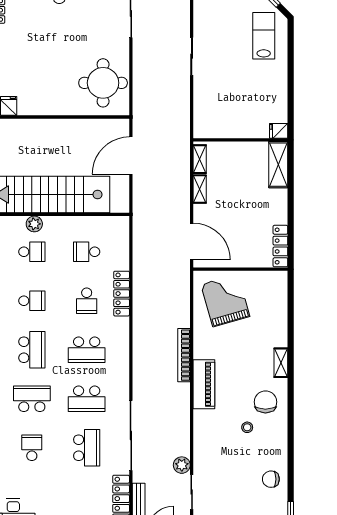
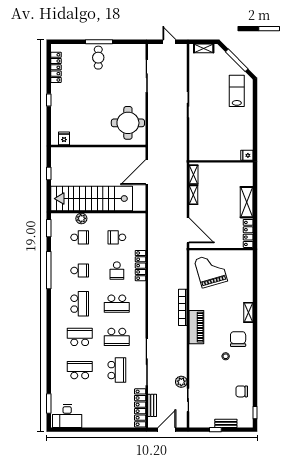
shelving: (278, 165) -> (247, 202), moved
school desk: (32, 448) -> (80, 370), width x1.85

